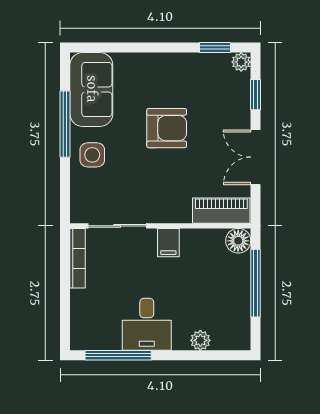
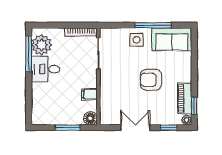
armchair: (167, 128) -> (151, 80), turned 90
piano: (221, 211) -> (185, 98), moved, turned 180
filing cabinet: (168, 243) -> (89, 94), moved
window: (256, 283) -> (68, 128), width x0.69
plant: (200, 340) -> (42, 45), moved, width x1.87, depth x1.87

